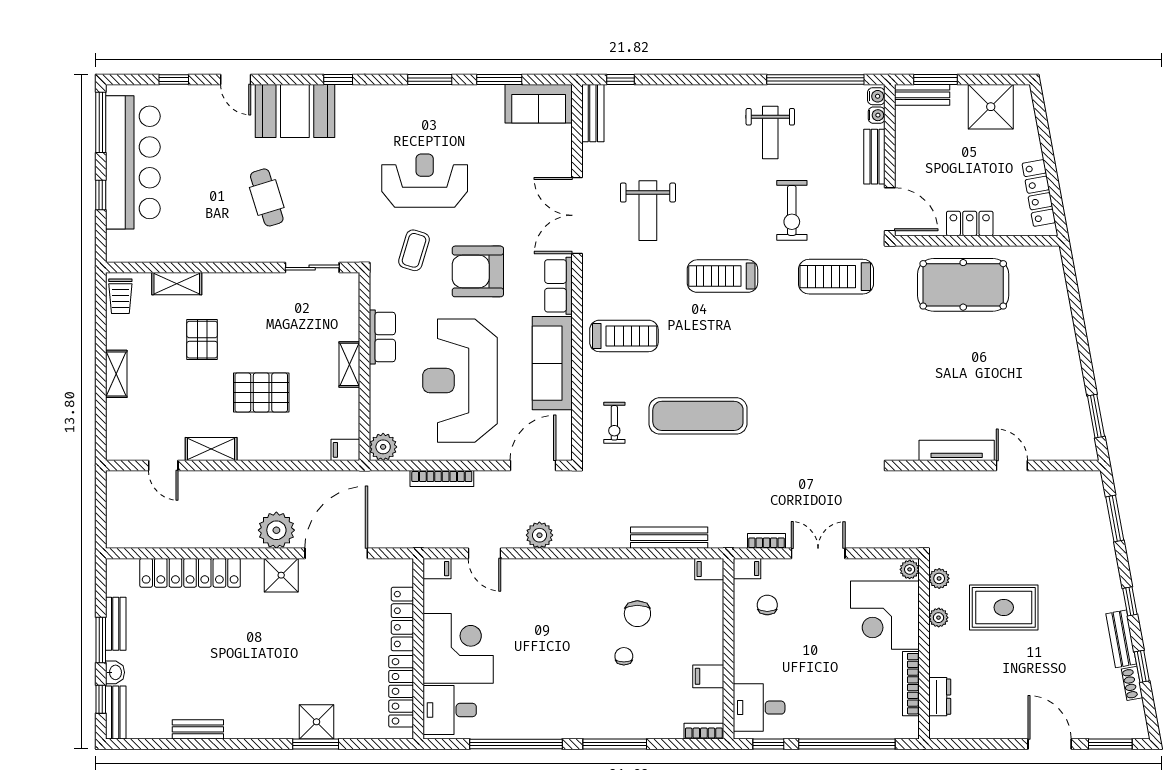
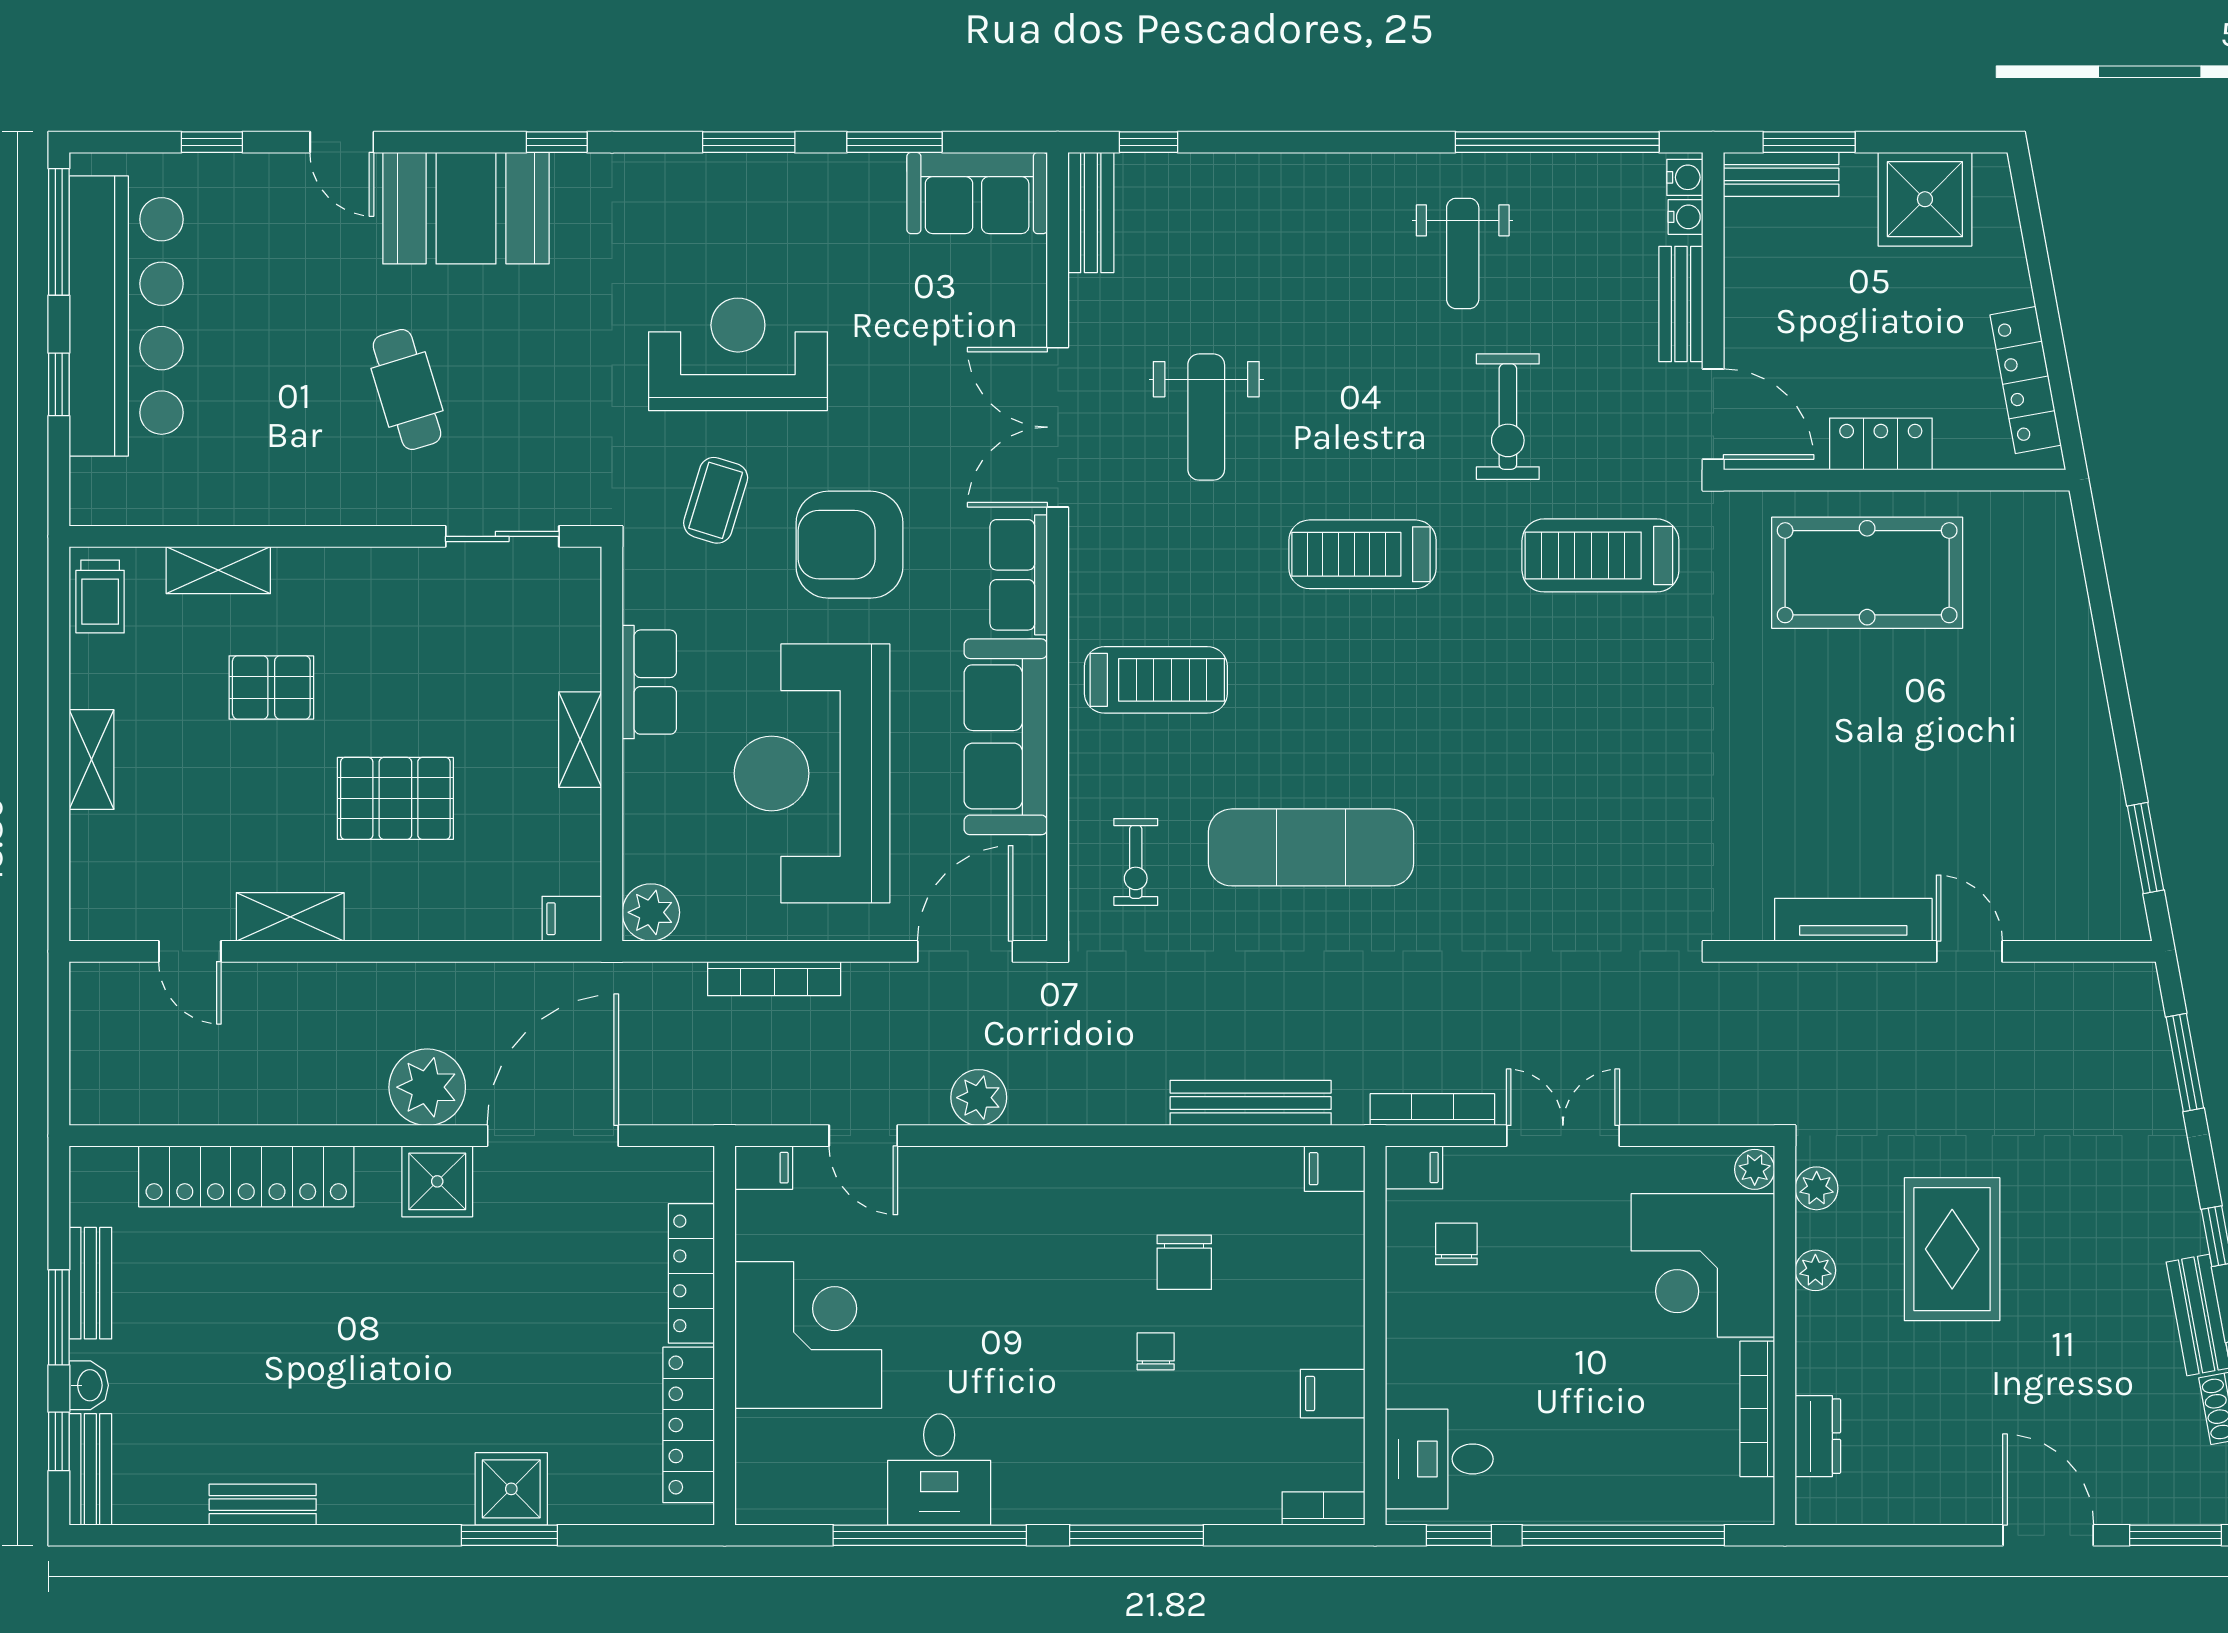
pallet: (202, 340) -> (271, 687), turned 90
bookcase: (767, 541) -> (1432, 1110), width x1.56
rug: (1004, 607) -> (1952, 1249), turned 90
desk: (450, 710) -> (939, 1469), moved, turned -90

